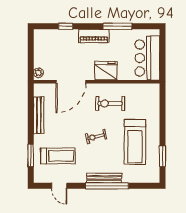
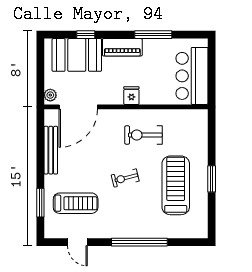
booth: (59, 42) -> (77, 55), added
fridge: (106, 71) -> (131, 96), width x0.53, depth x0.75
door: (71, 82) -> (78, 107), moved
treadmill: (135, 142) -> (176, 185), turned 180
window: (162, 156) -> (212, 179), moved
bench: (104, 178) -> (136, 232), removed

